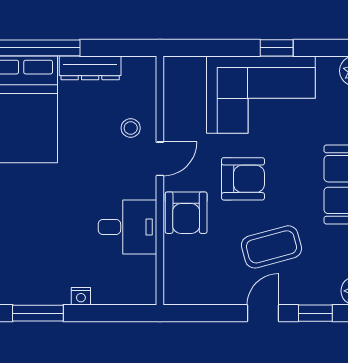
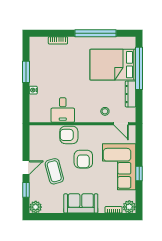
door: (160, 159) -> (121, 124), moved
door: (263, 313) -> (26, 168), hinge flipped

